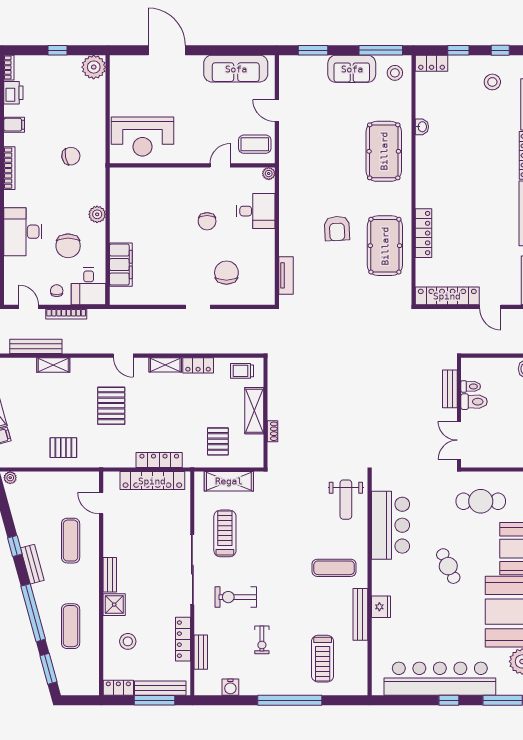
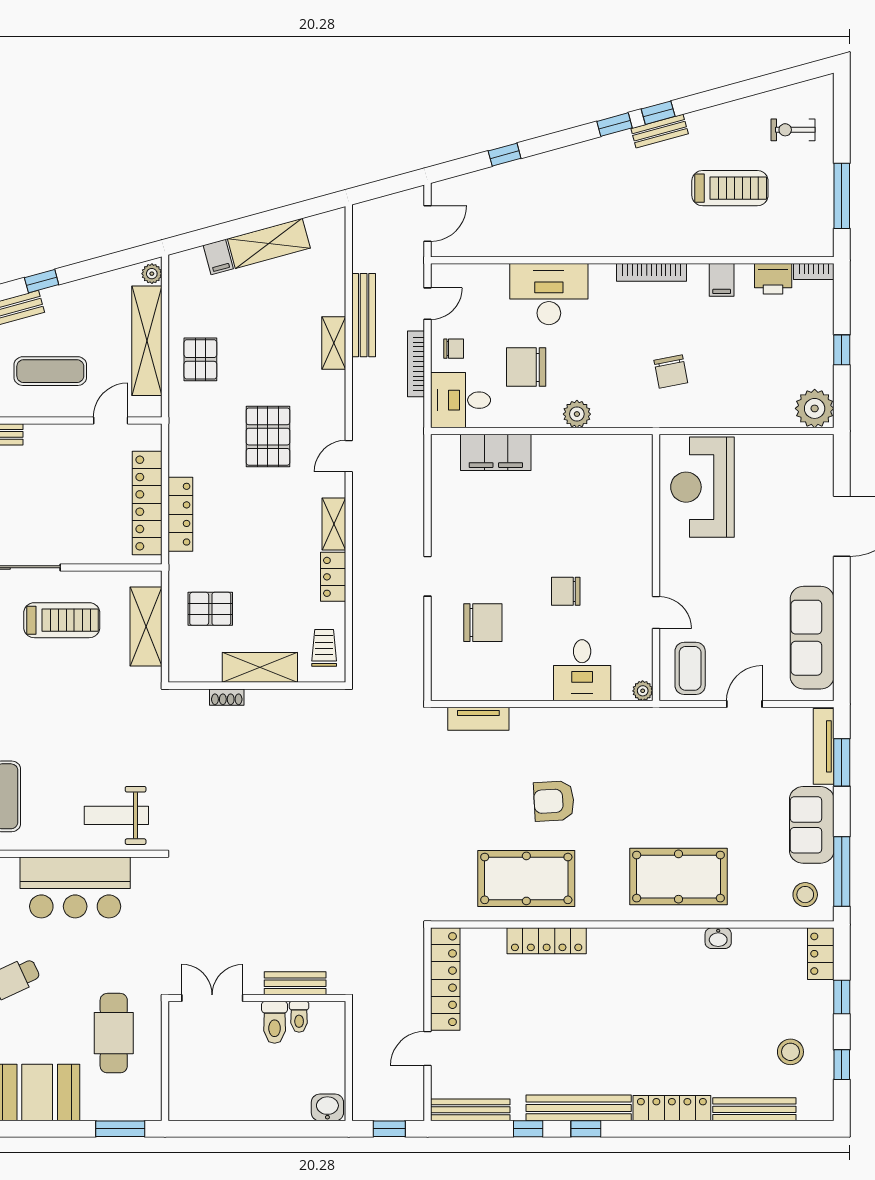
tv unit: (303, 61) -> (824, 746), added
pallet: (111, 406) -> (268, 437), turned 90
shelving: (52, 481) -> (147, 341), added

